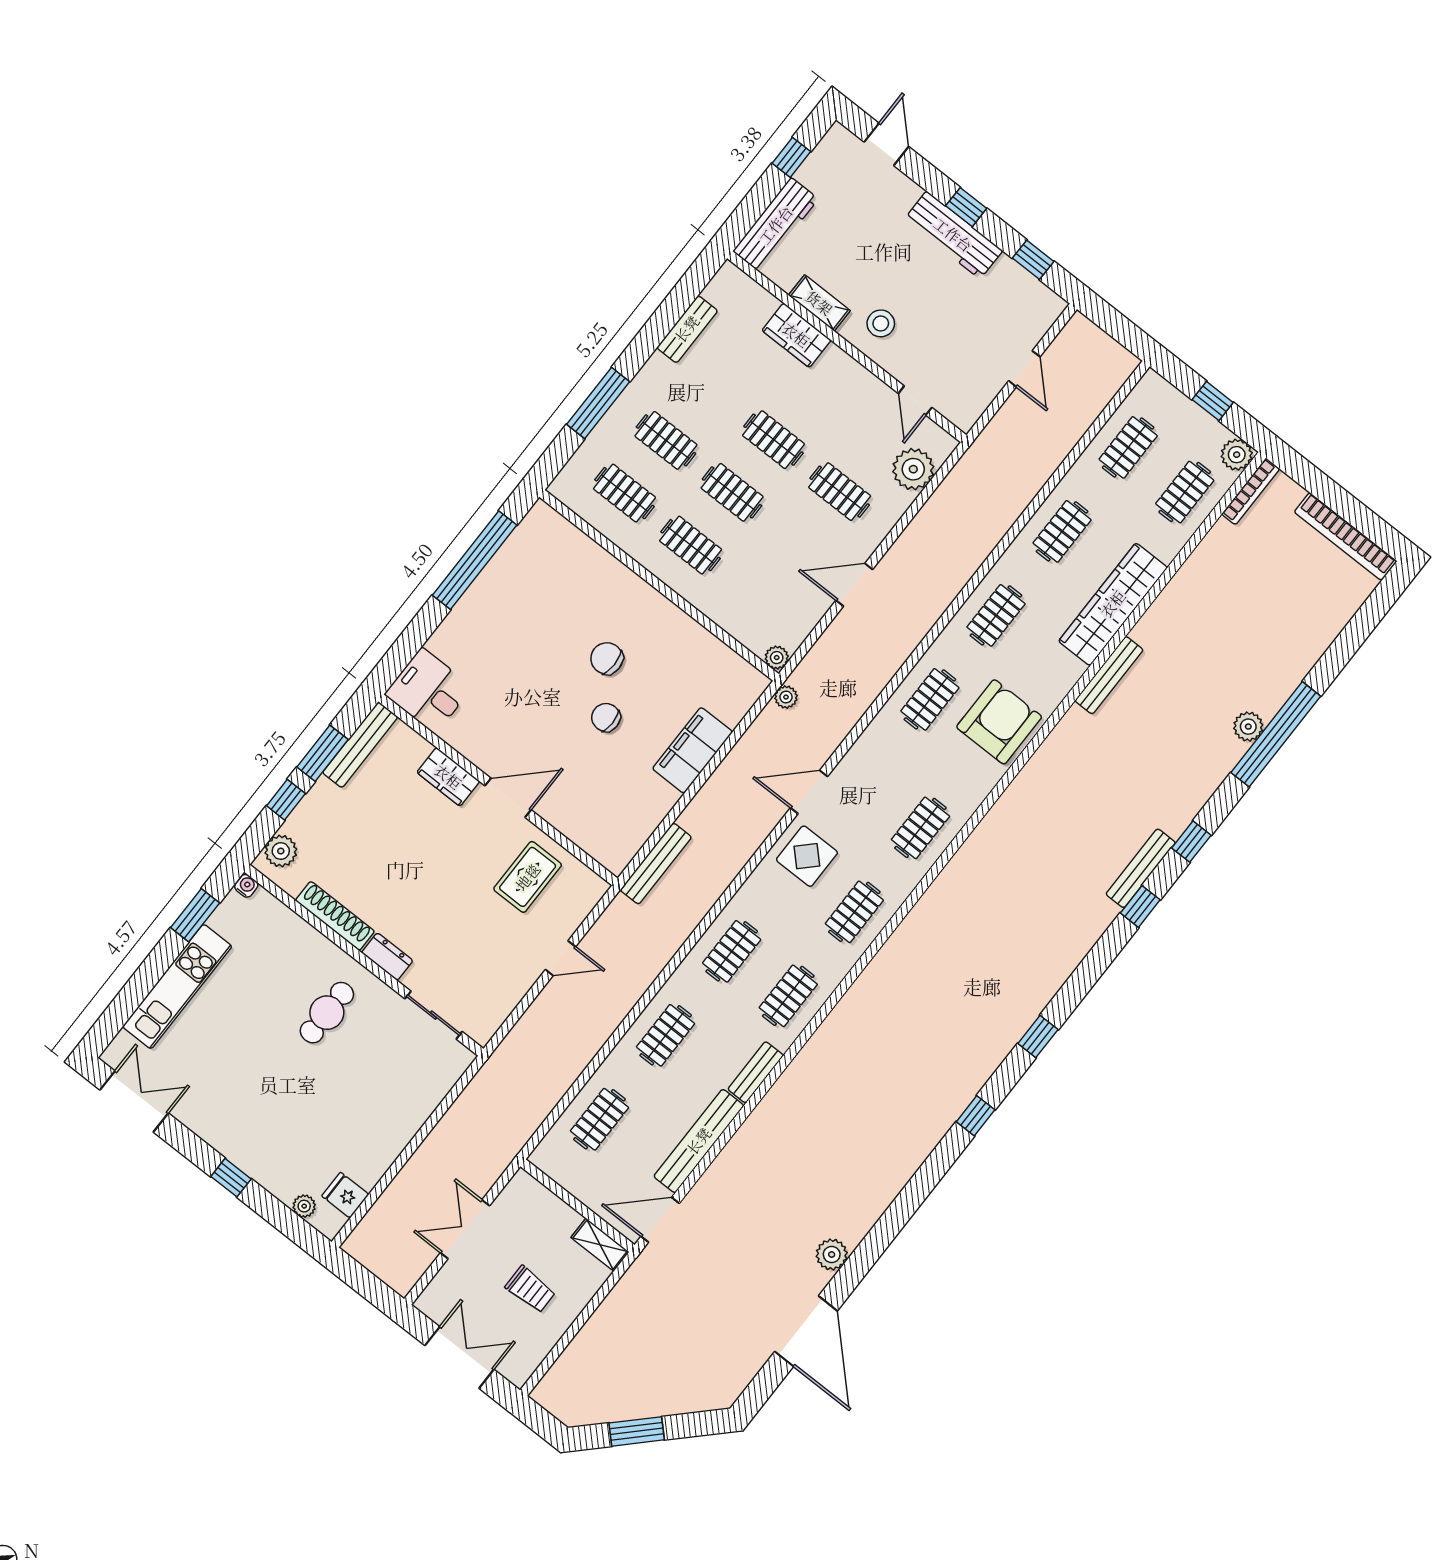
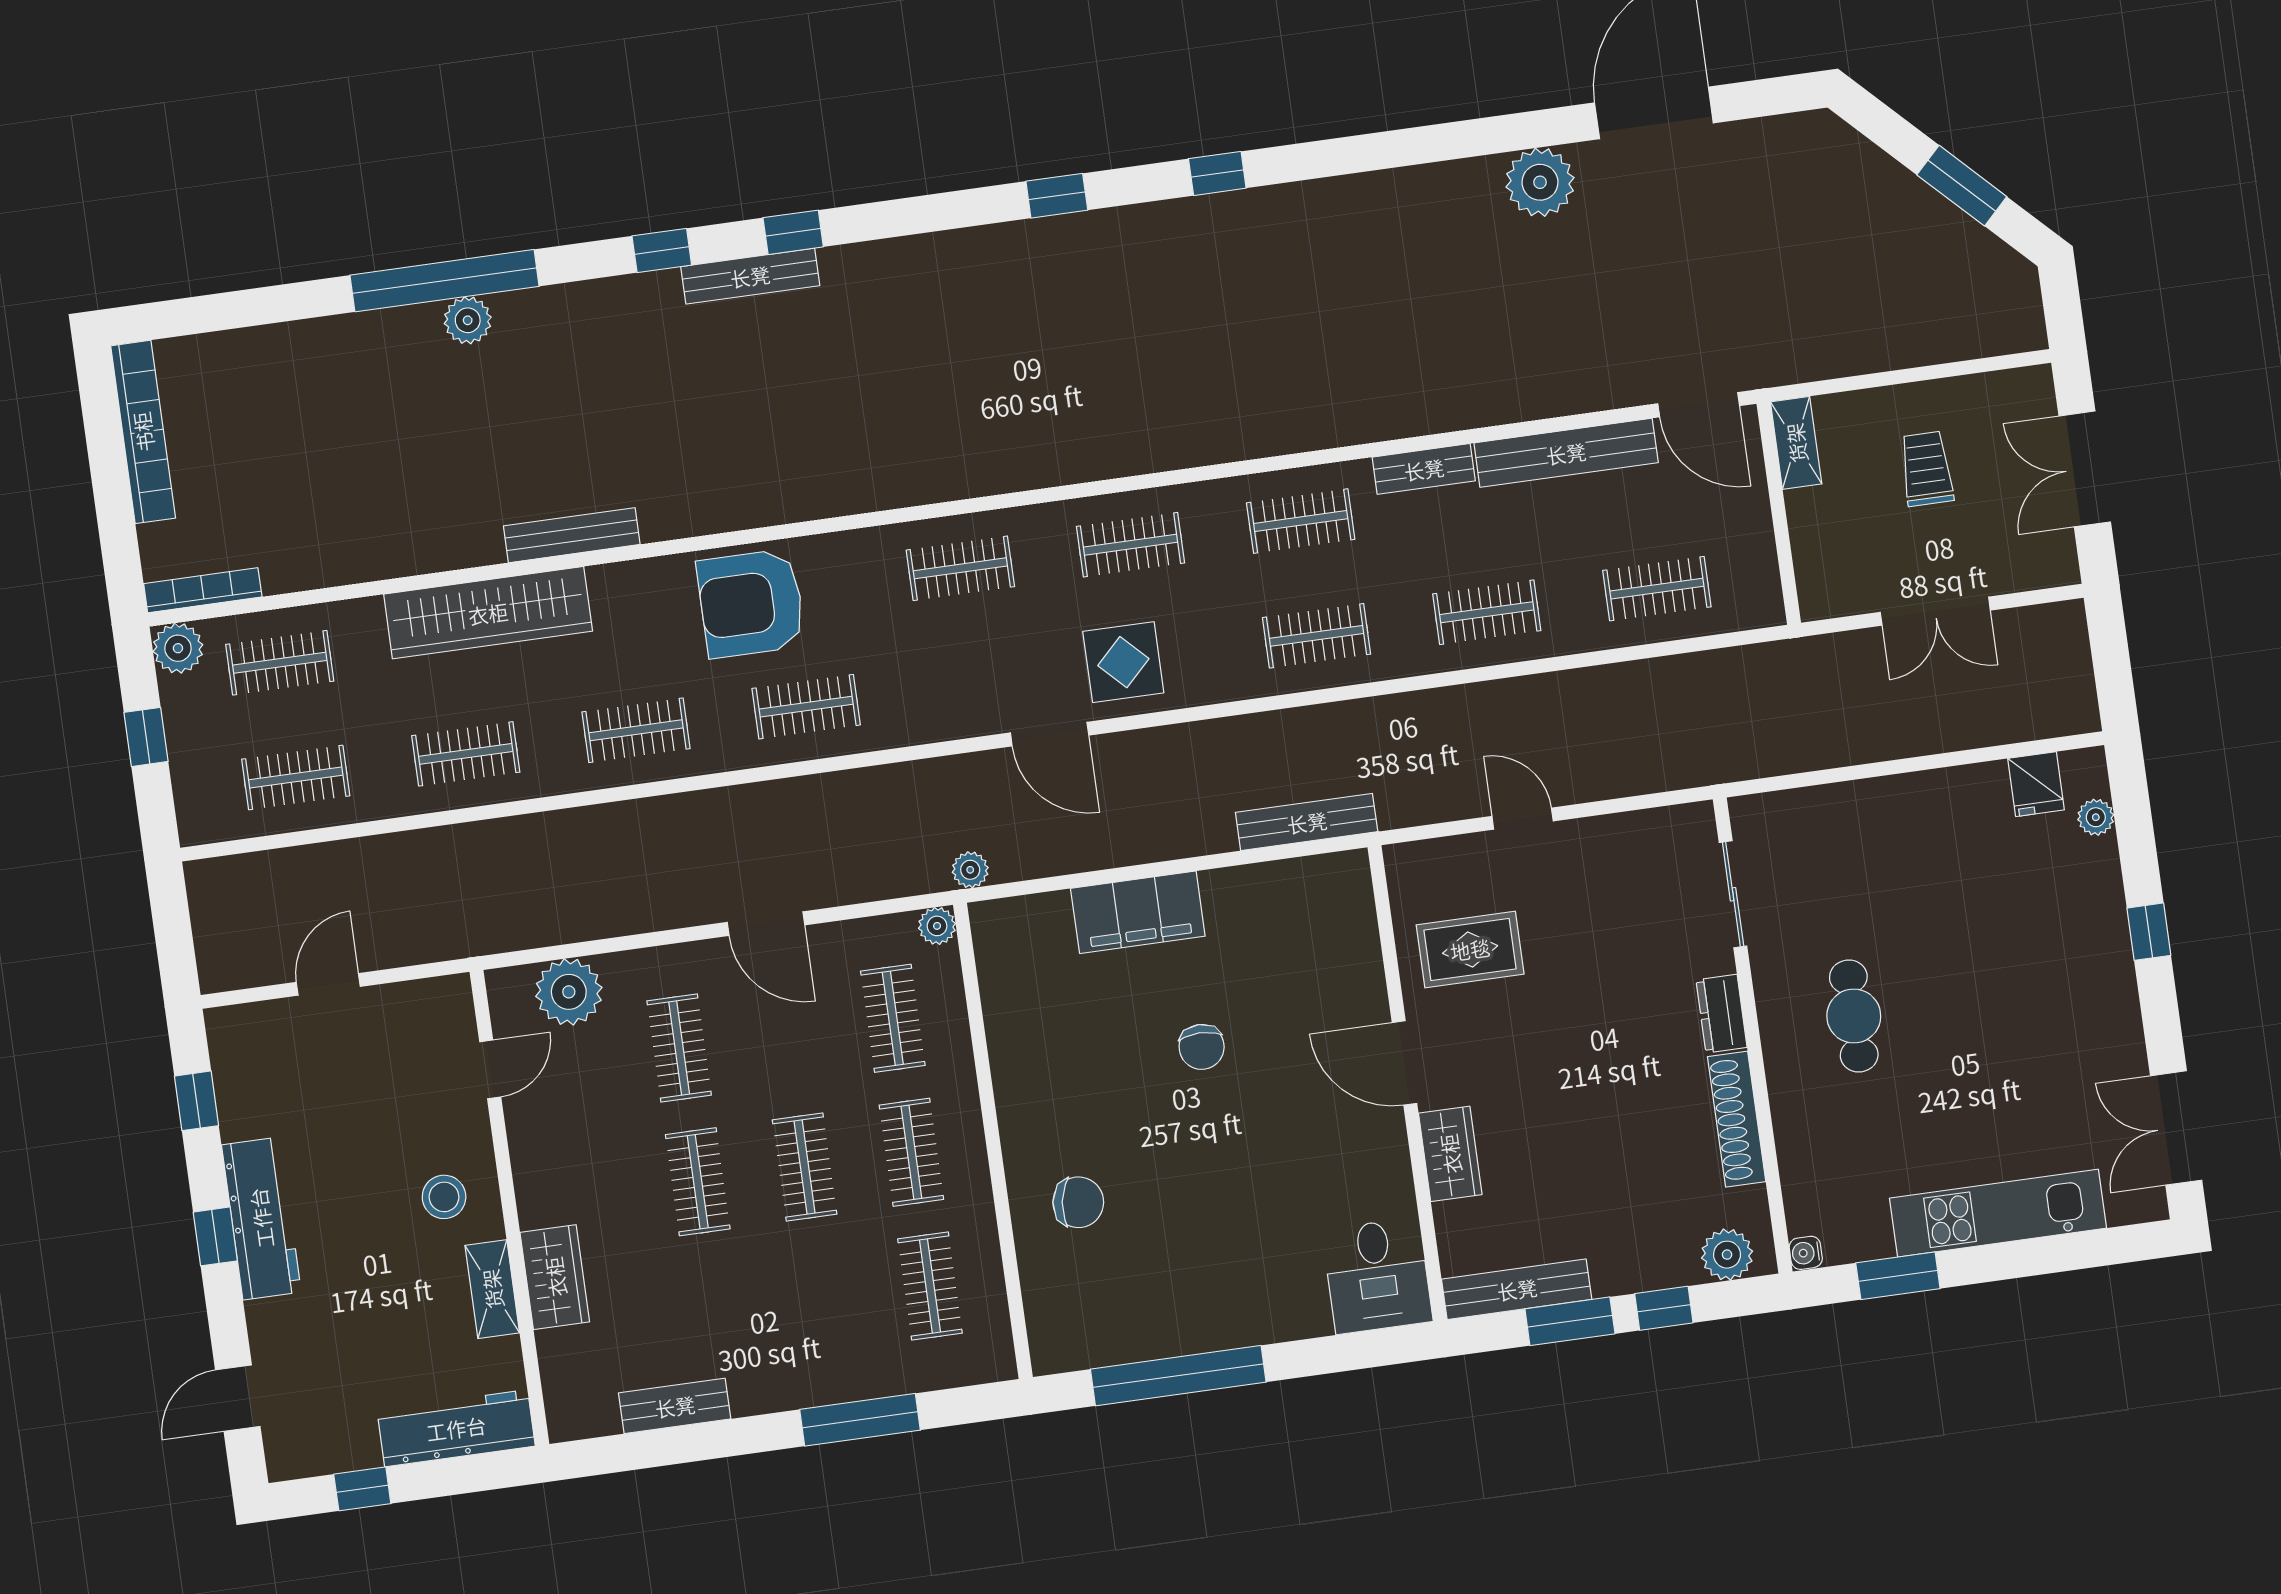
clothes rail: (666, 440) -> (893, 1018), moved
chair: (607, 658) -> (1078, 1202), moved, turned -81
cafe table: (327, 1013) -> (1854, 1016), turned 90
plant: (832, 1255) -> (1540, 182), width x1.36, depth x1.36

